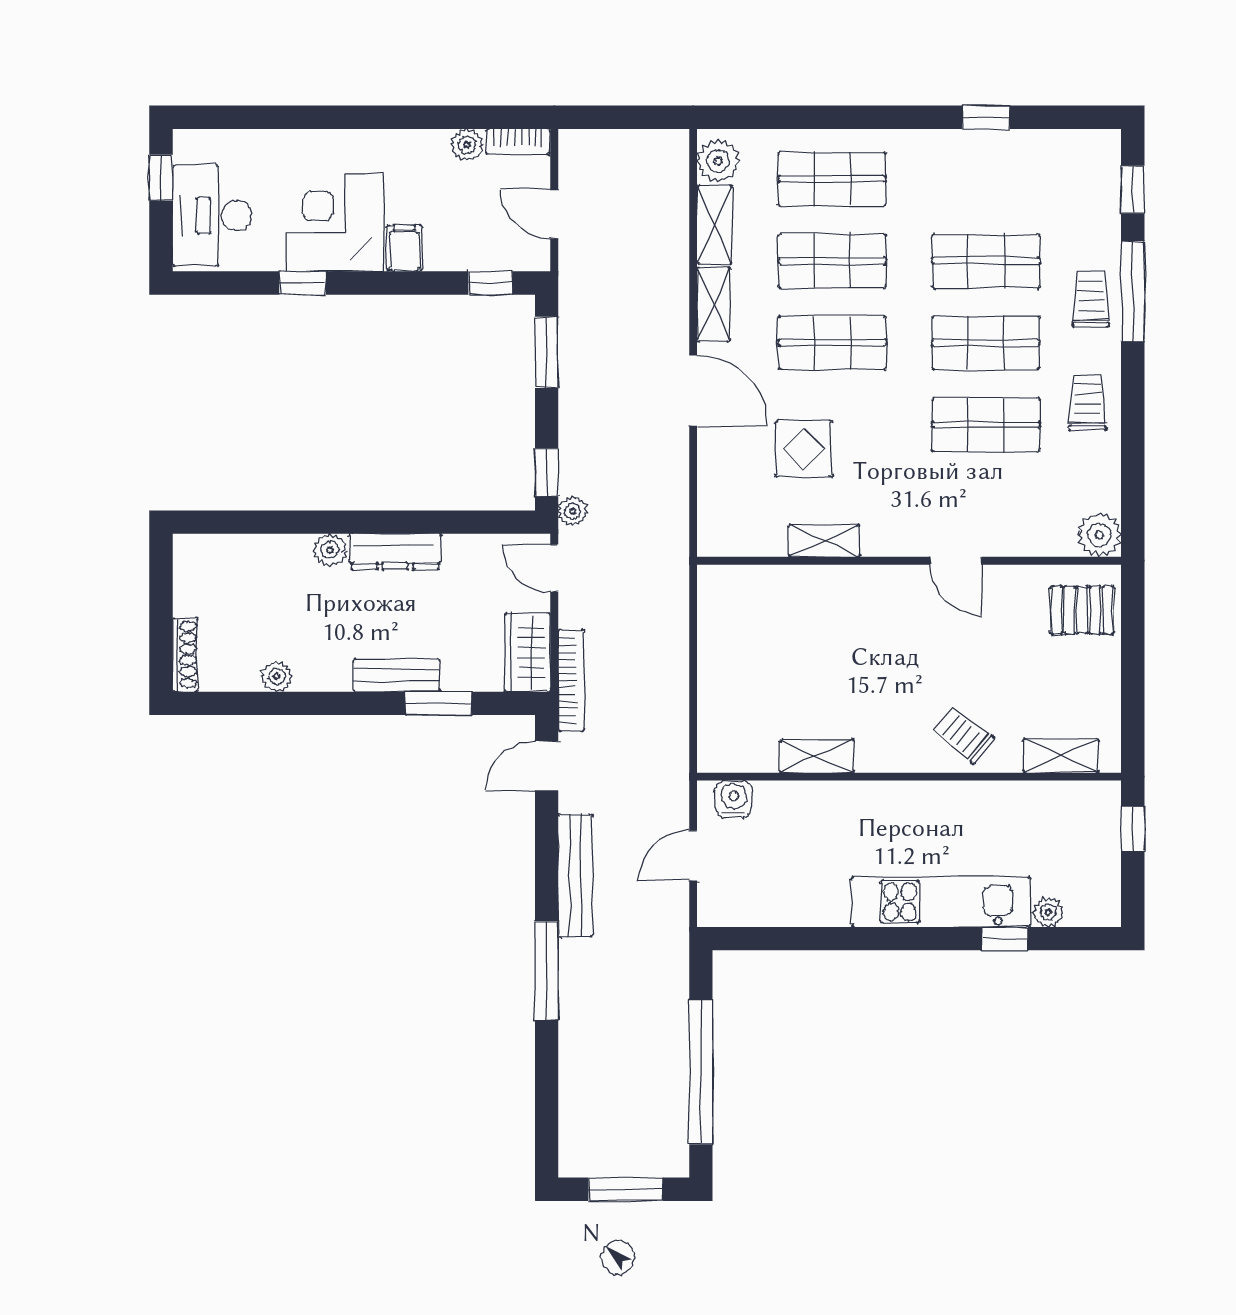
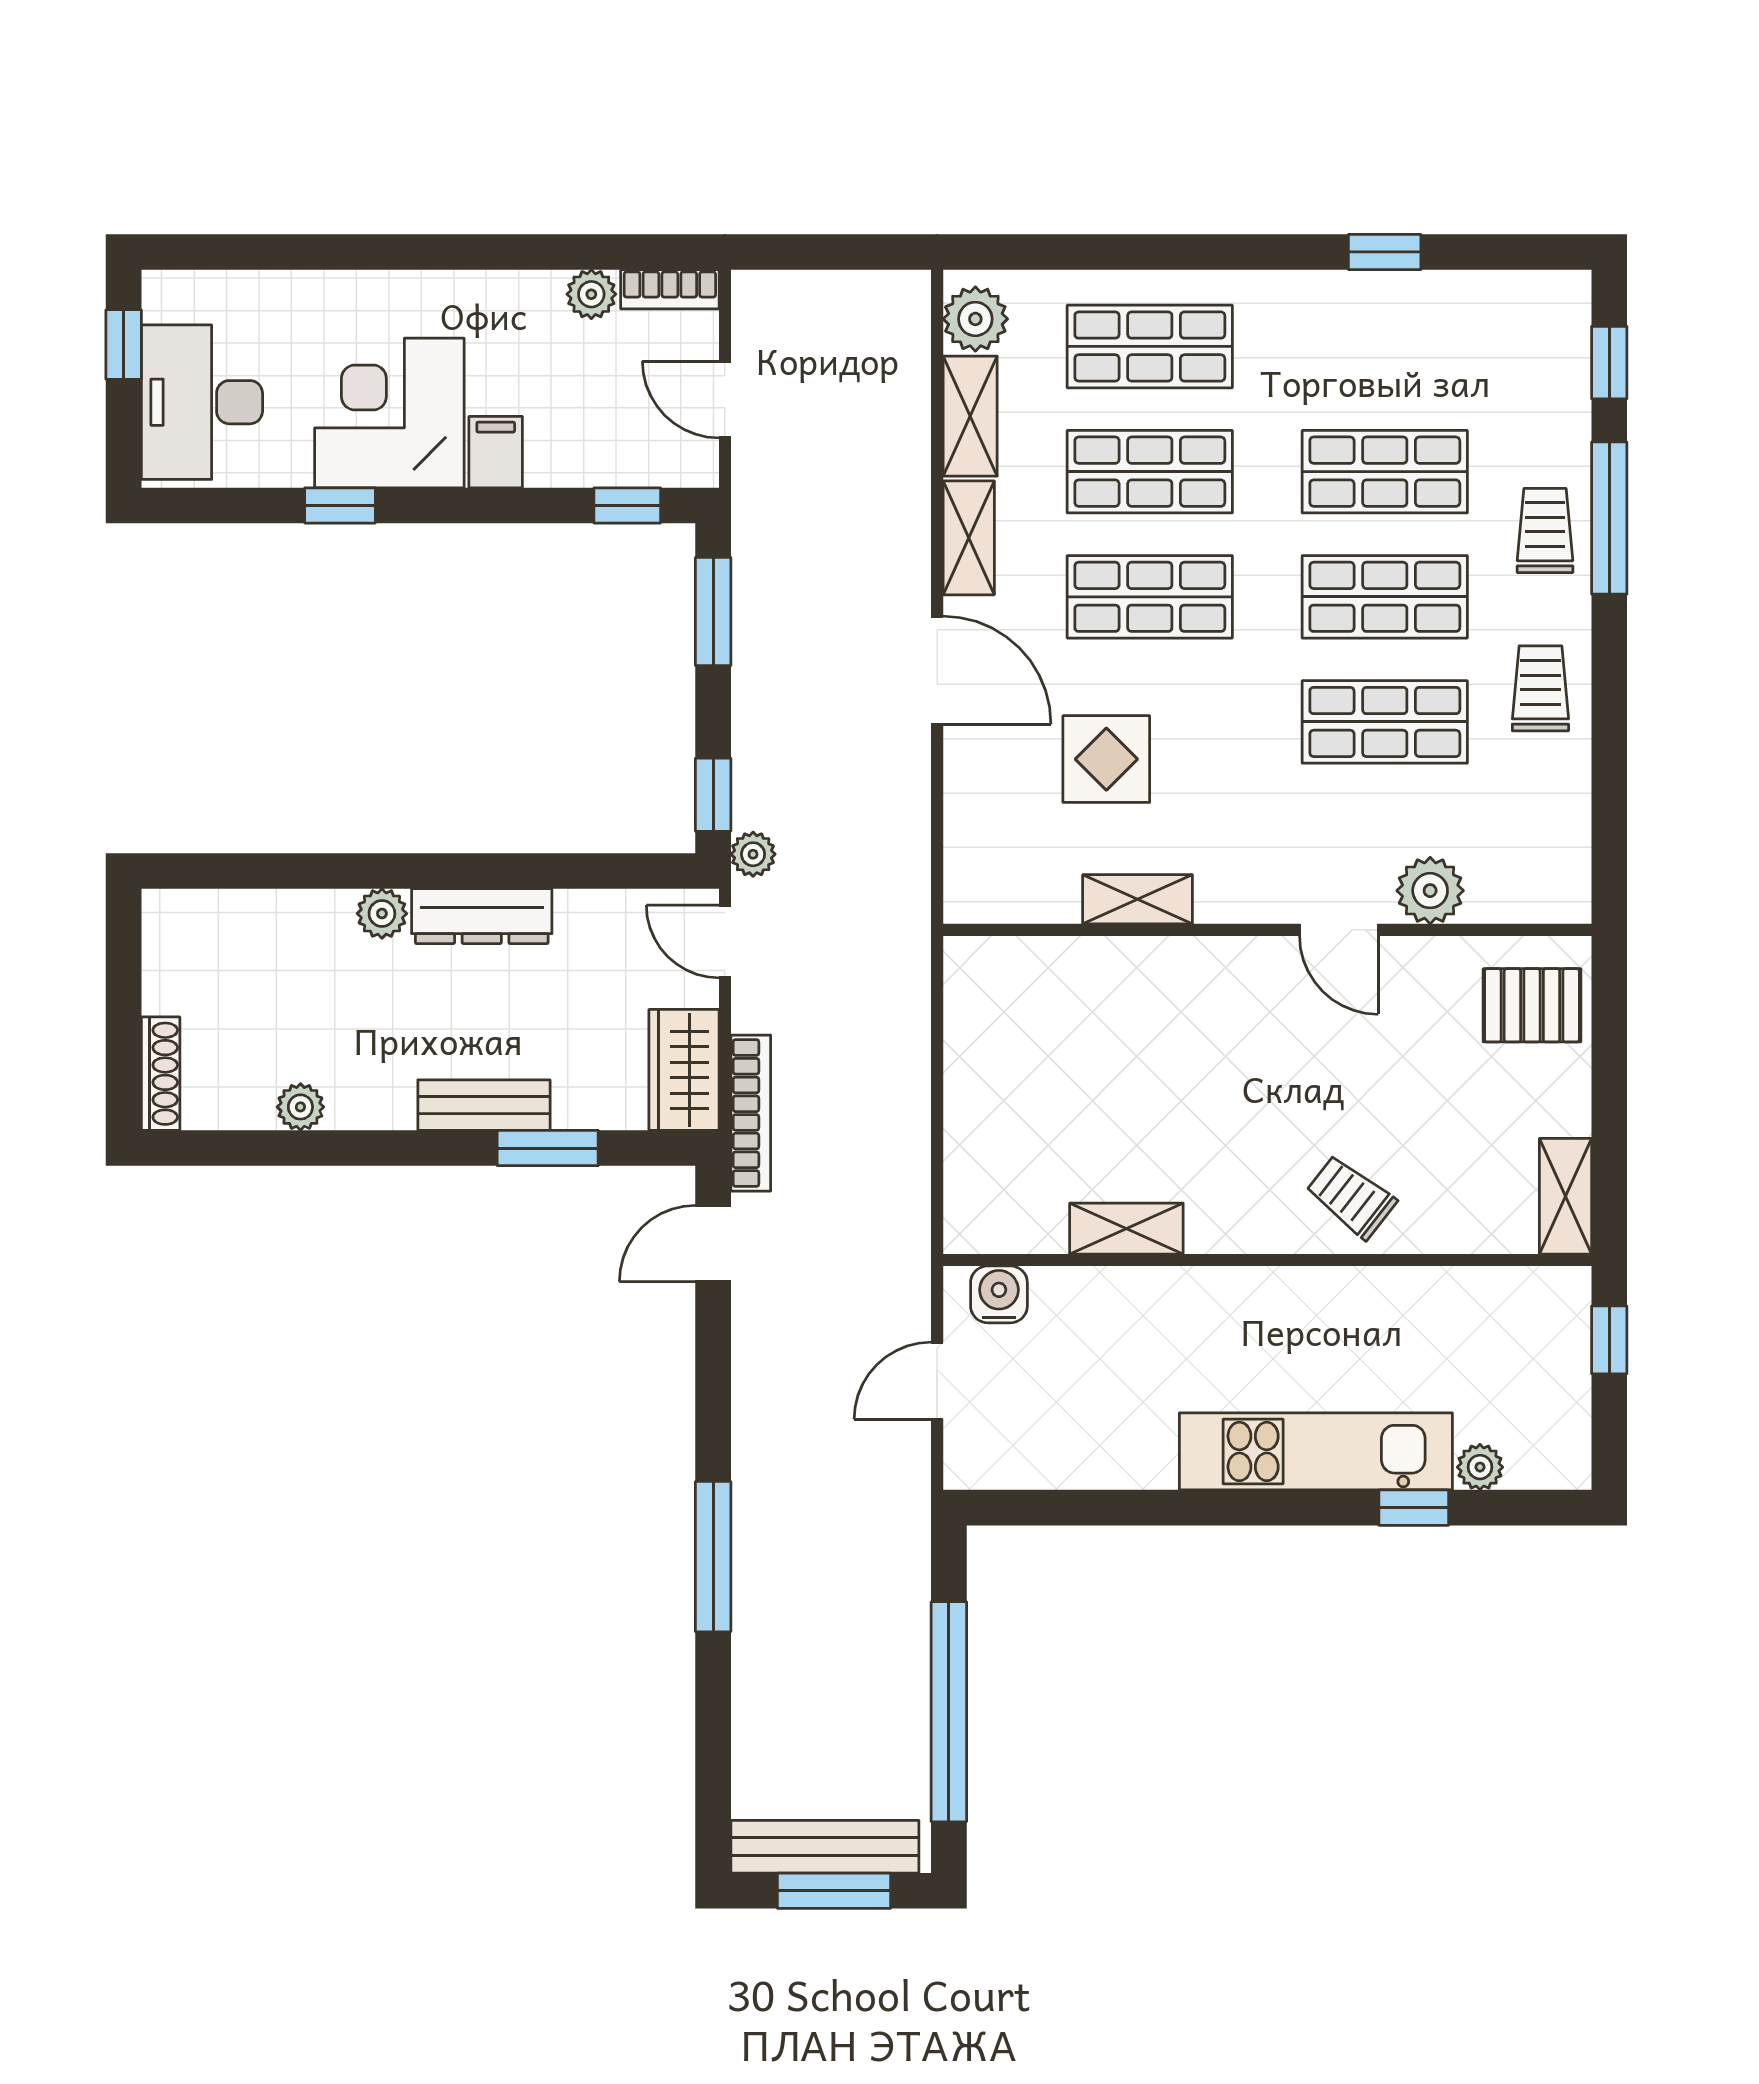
plant: (1099, 535) -> (1430, 891), moved
shelving: (1061, 756) -> (1565, 1196), moved, turned 90
bench: (575, 876) -> (825, 1847), moved, turned 90

